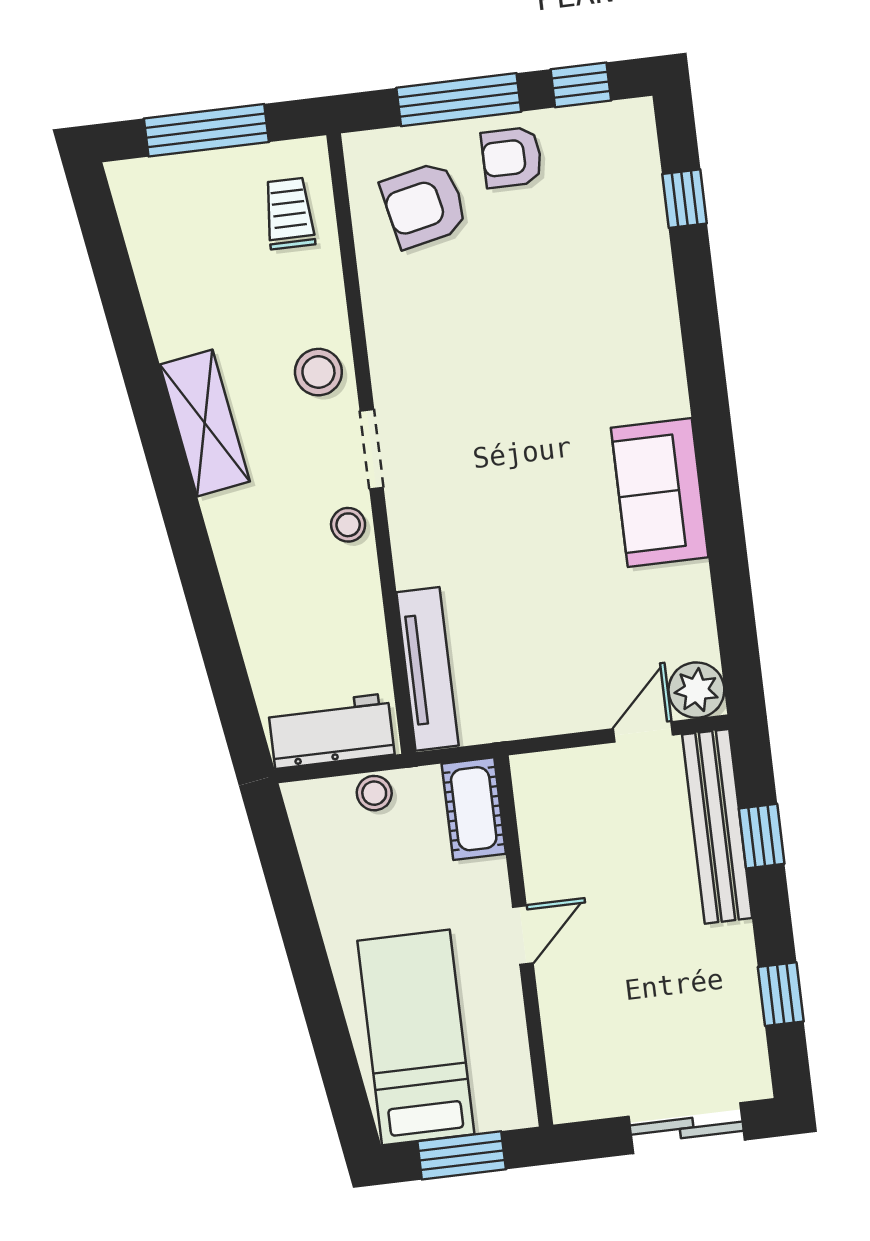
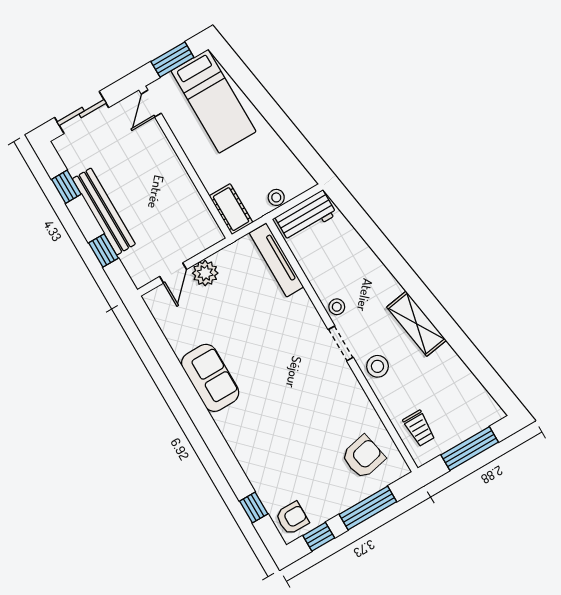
armchair: (512, 157) -> (292, 518), moved
plant: (696, 690) -> (205, 273), moved
bench: (717, 826) -> (104, 211), moved
door: (523, 935) -> (151, 104), moved

